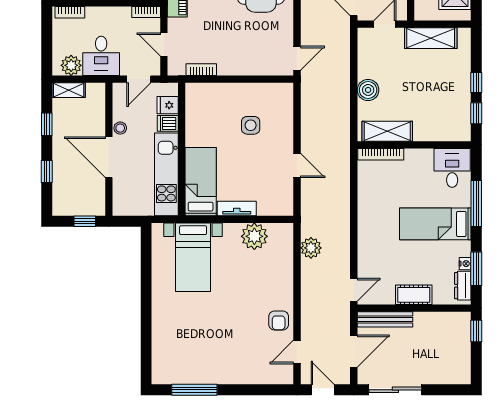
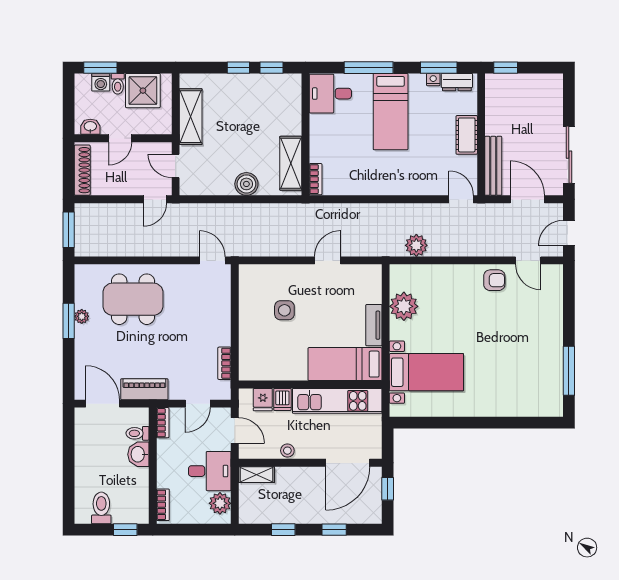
shelving: (69, 90) -> (256, 475), moved, turned 90
bookcase: (381, 154) -> (316, 179), width x0.64
door: (109, 157) -> (348, 463), moved

